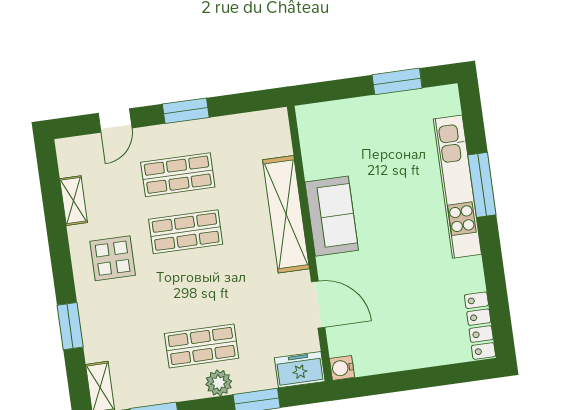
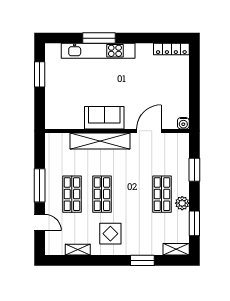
window: (186, 111) -> (40, 185), width x1.44
freezer: (300, 370) -> (181, 145), removed
plant: (219, 383) -> (182, 203), moved

